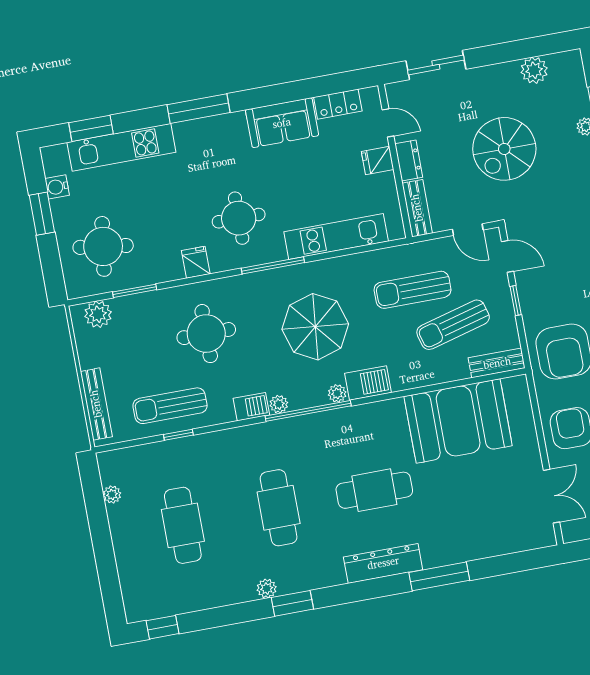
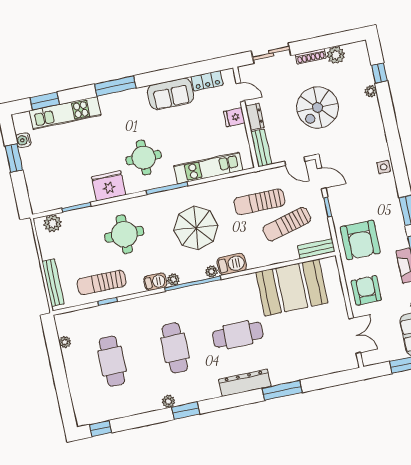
shoe rack: (496, 71) -> (311, 56), added
round table: (103, 246) -> (55, 179), removed
fridge: (196, 262) -> (109, 186), width x1.88, depth x1.34

